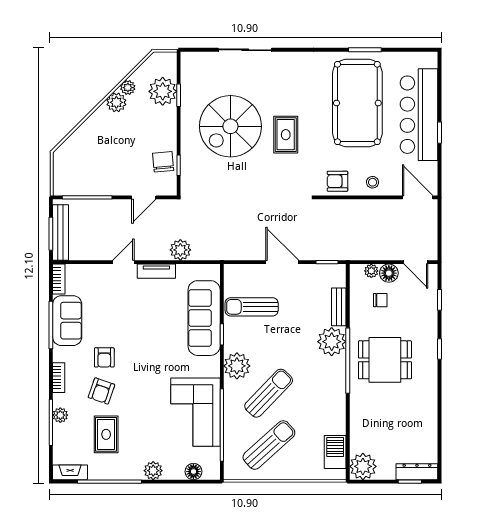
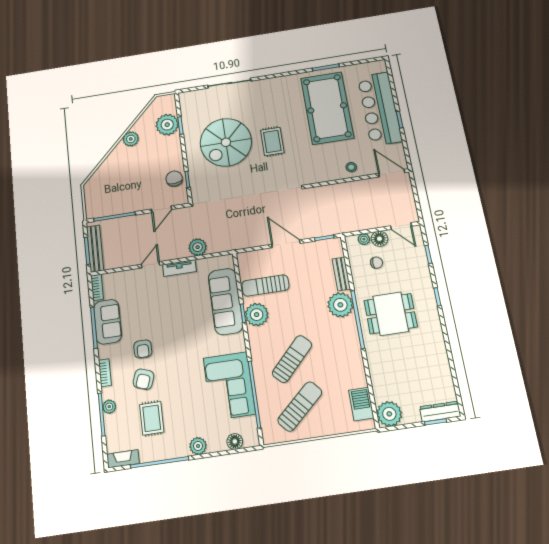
plant: (128, 88) -> (139, 126), removed
armchair: (337, 181) -> (322, 171), removed
plant: (237, 366) -> (257, 315), moved

